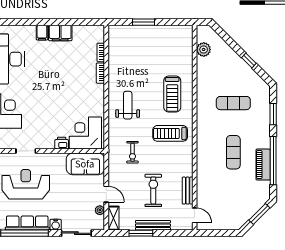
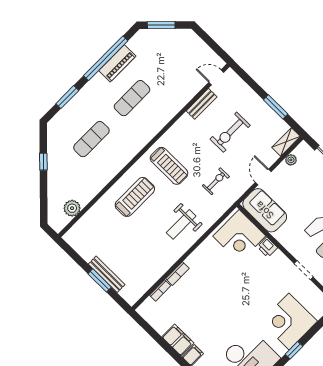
exercise mat: (233, 103) -> (91, 139), turned 90
door: (106, 194) -> (263, 177), moved
door: (195, 215) -> (216, 77), hinge flipped
bench: (153, 225) -> (107, 274), moved

